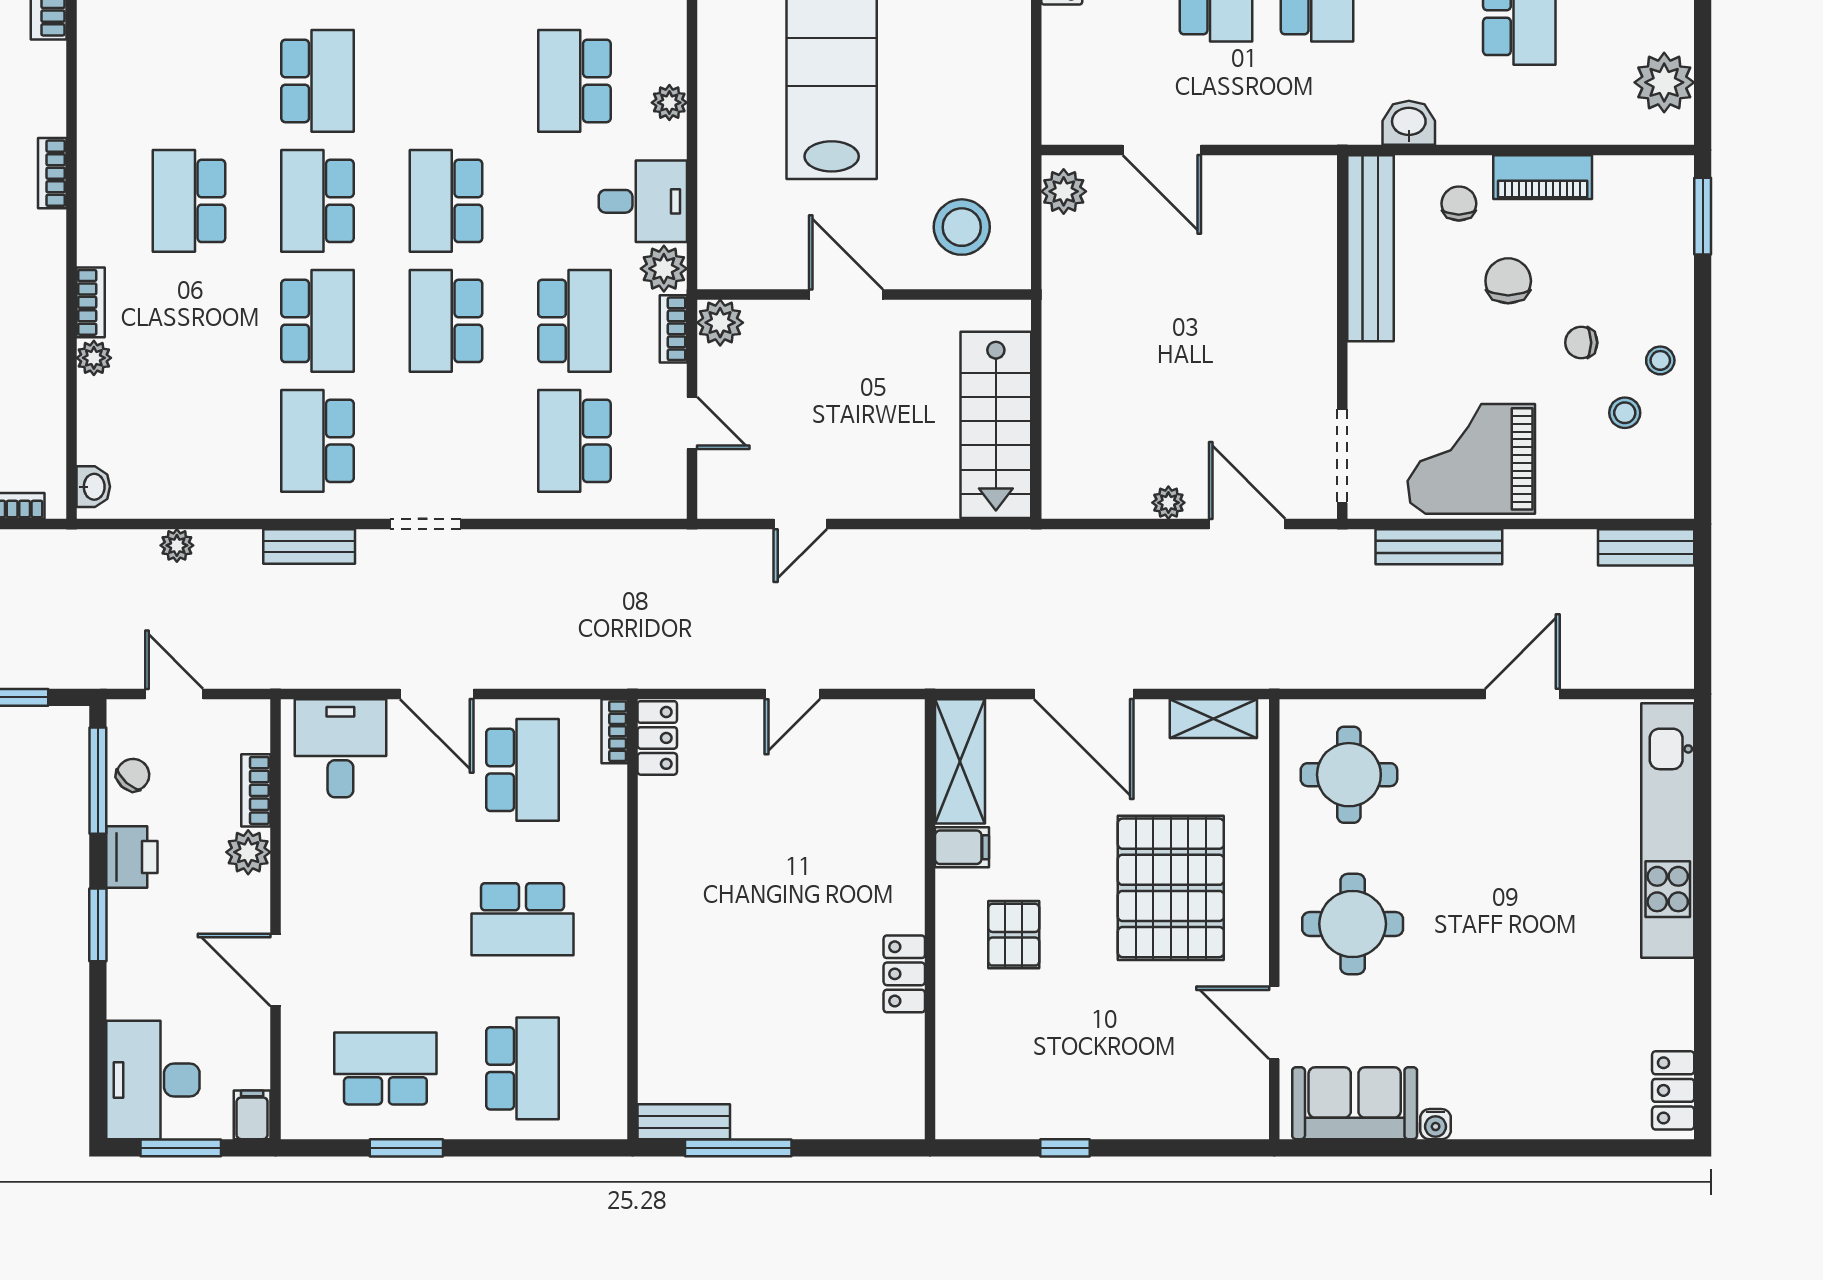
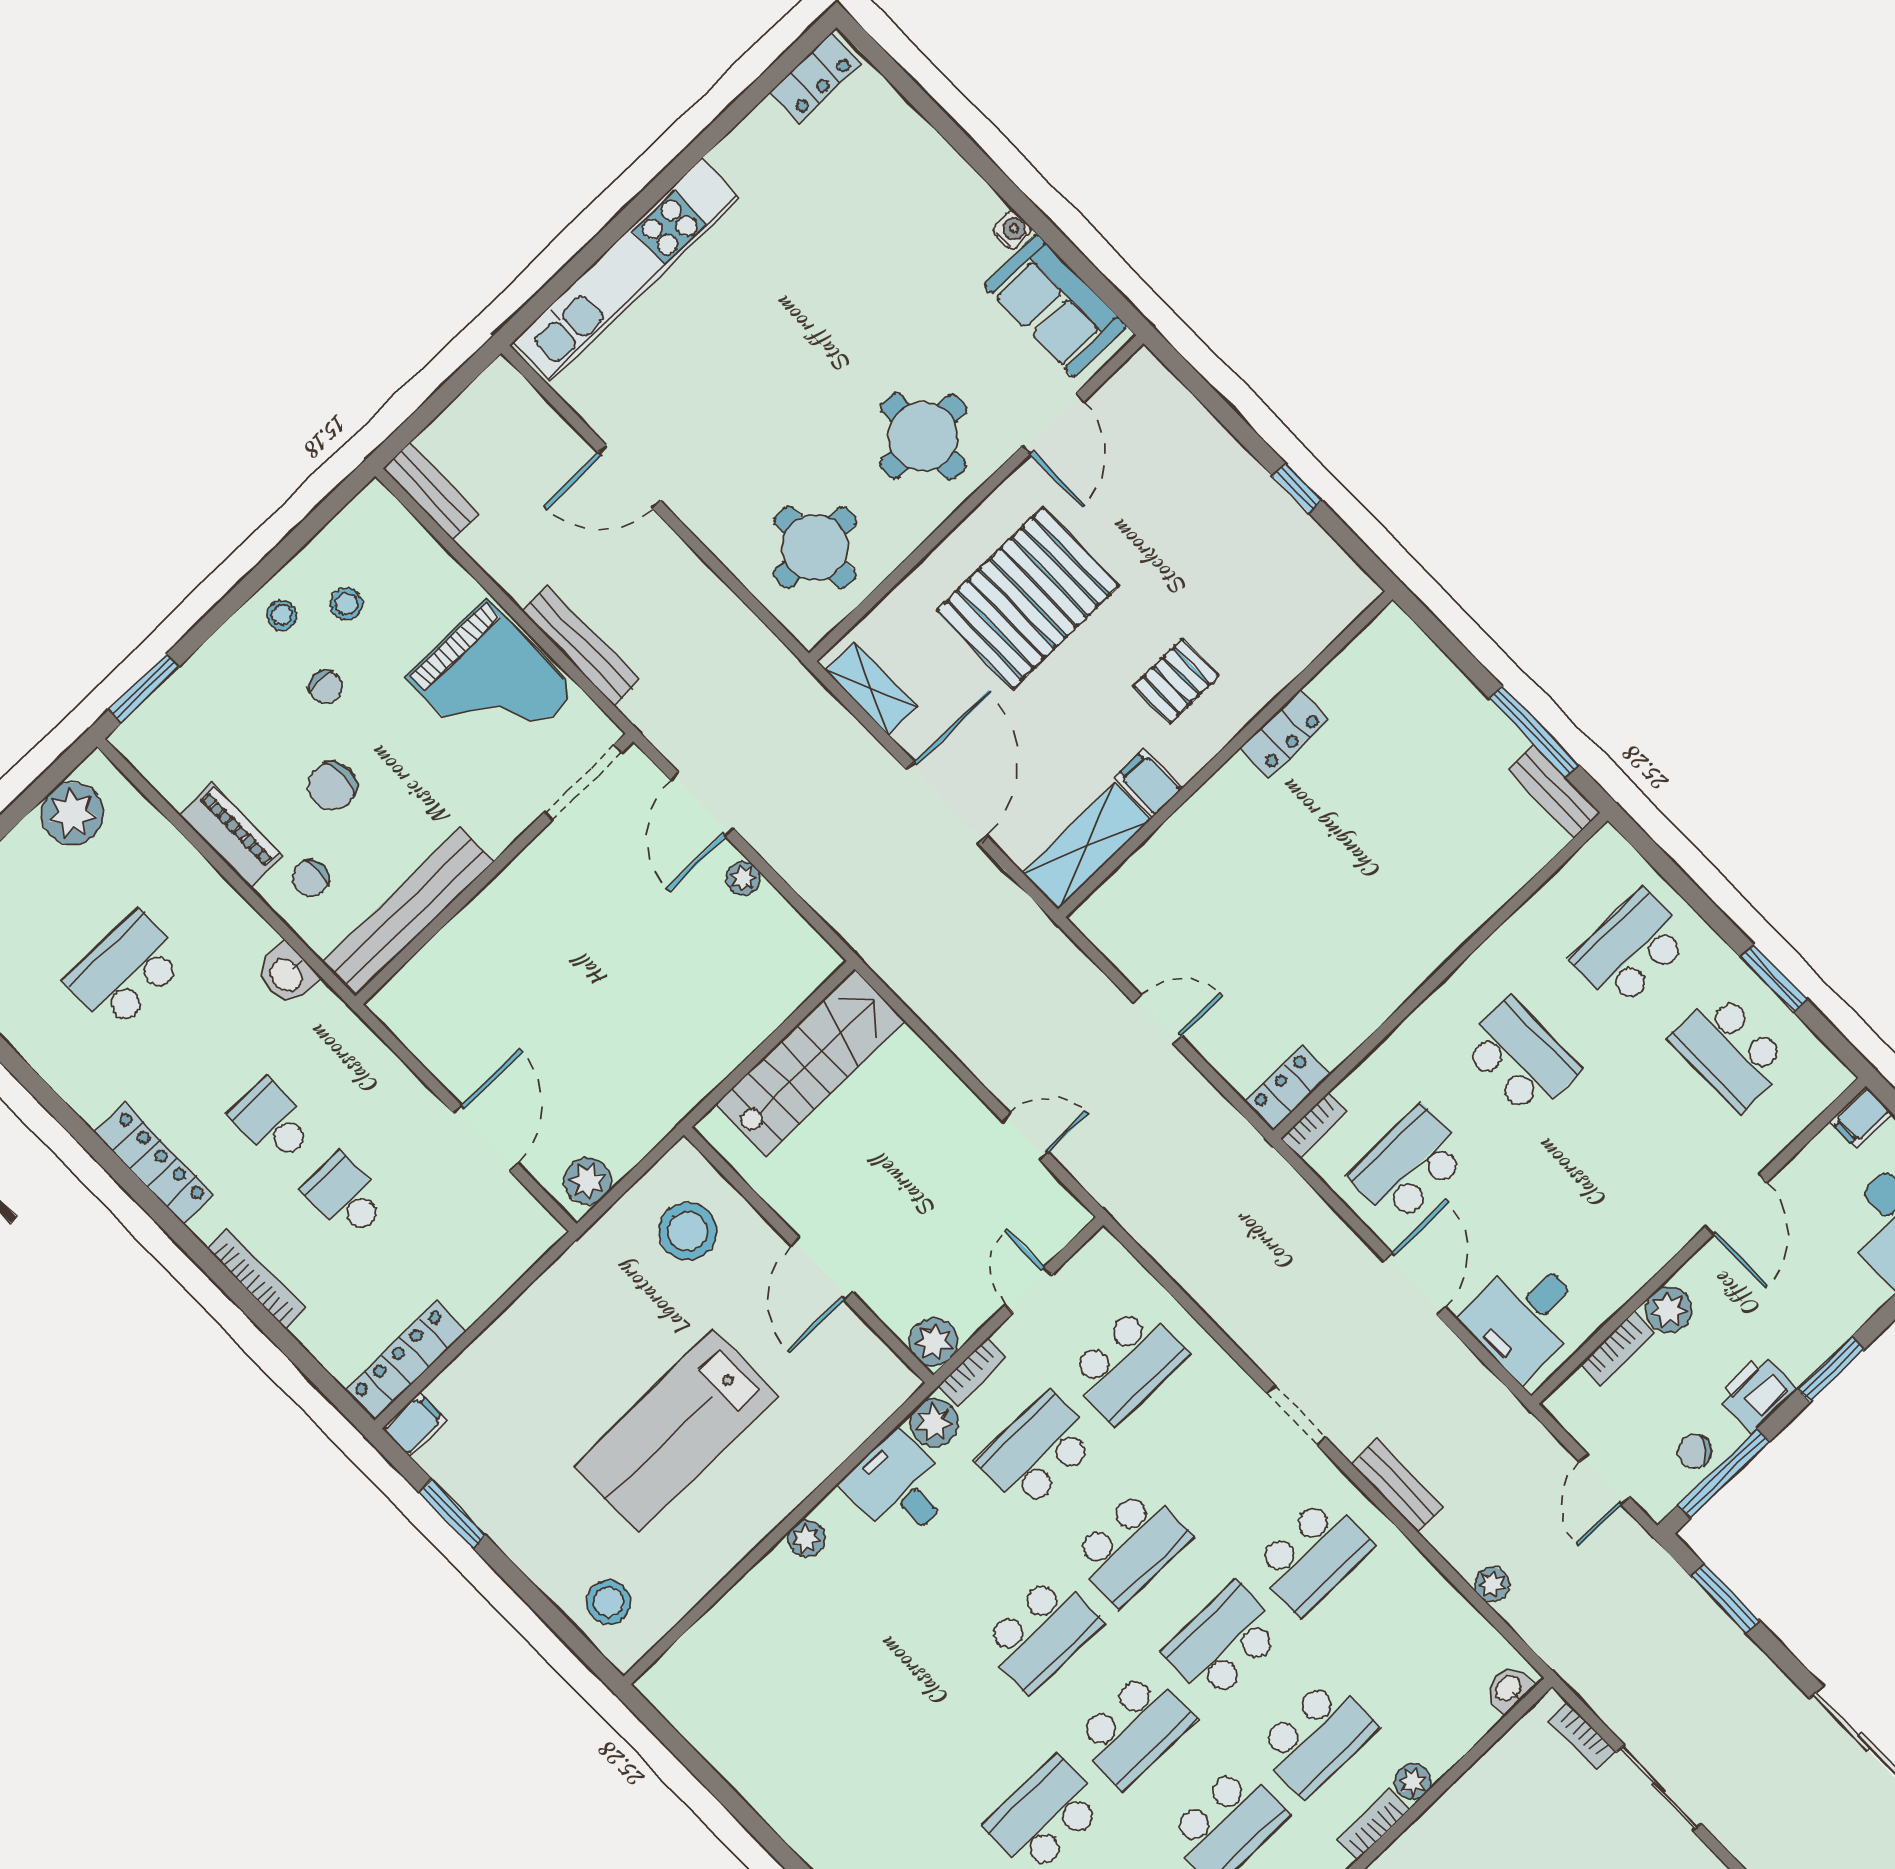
school desk: (574, 81) -> (1316, 1738), moved

